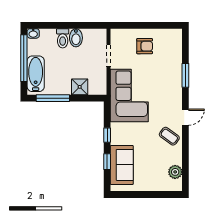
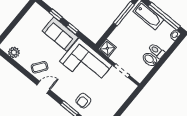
armchair: (145, 46) -> (83, 101), moved
shower: (80, 87) -> (107, 48), moved
door: (185, 117) -> (43, 87), swing flipped
sofa: (122, 165) -> (60, 34), moved

